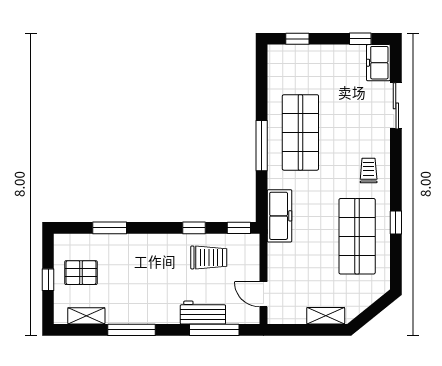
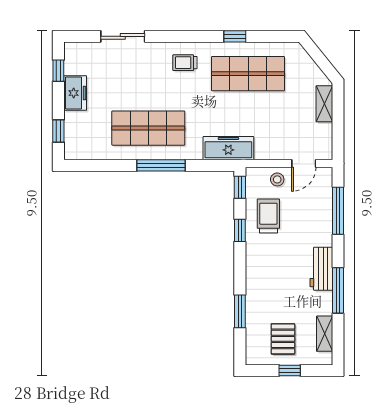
freezer: (378, 63) -> (75, 93), moved, turned -90
stool: (247, 267) -> (277, 179), added
workbench: (203, 313) -> (321, 269), moved

